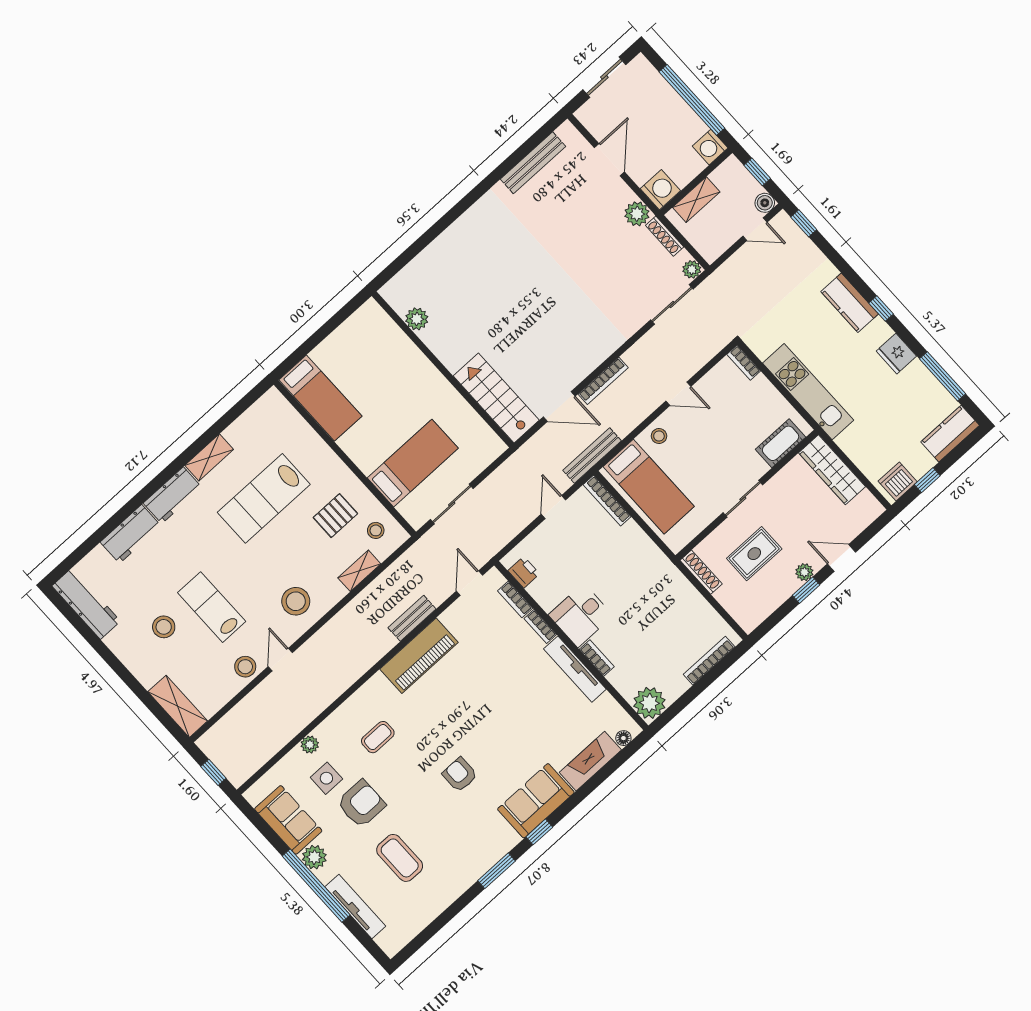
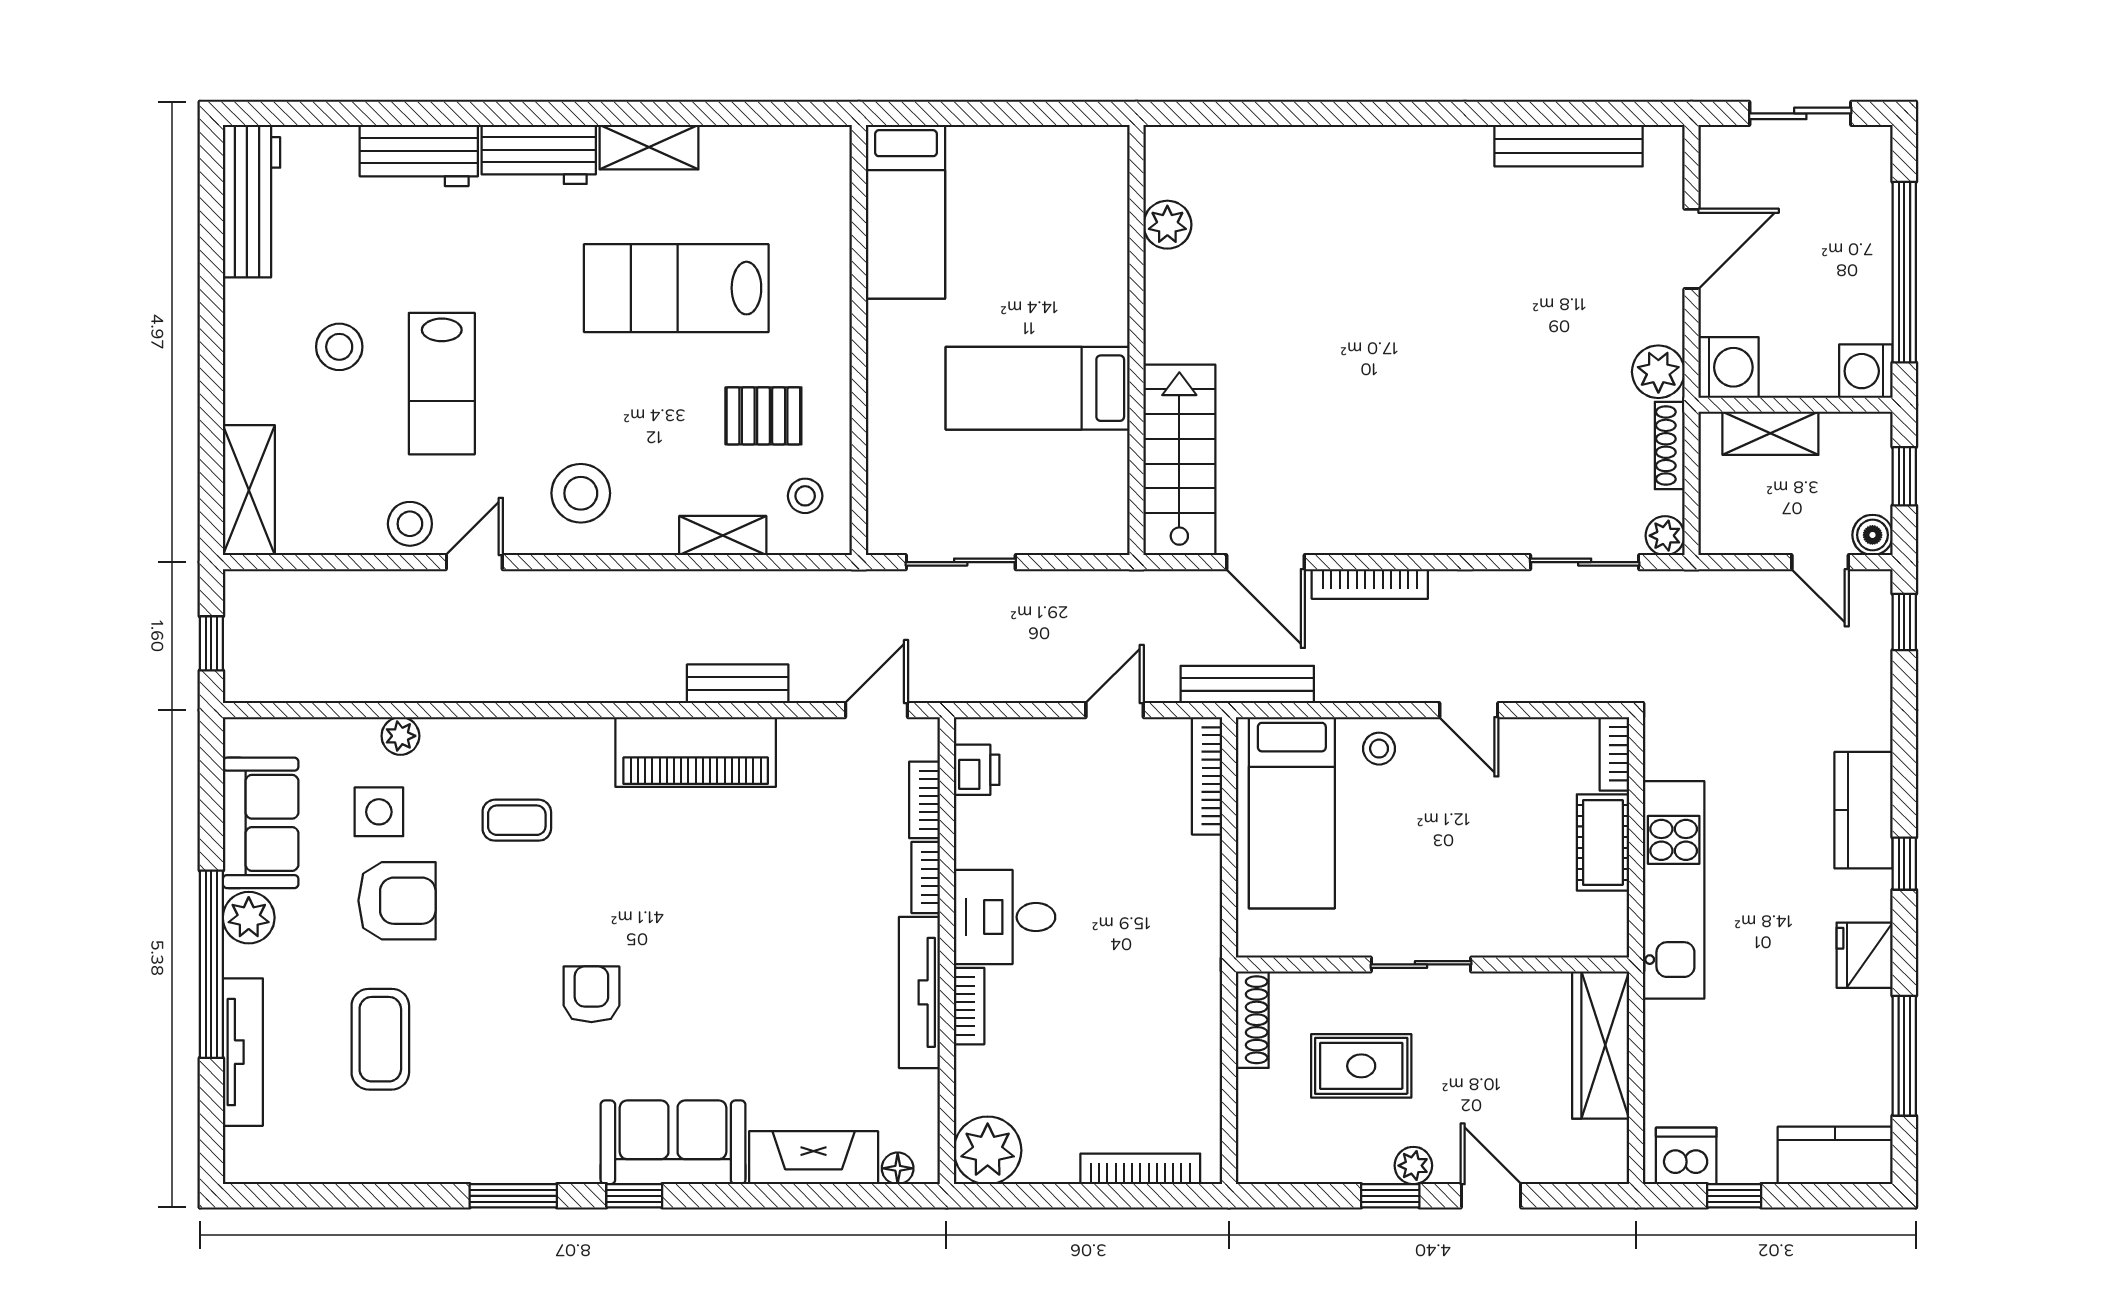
cot: (781, 443) -> (1603, 842), moved, turned 90
bed: (413, 463) -> (1038, 388), moved, turned 180
lab bench: (212, 607) -> (442, 384), turned 180

